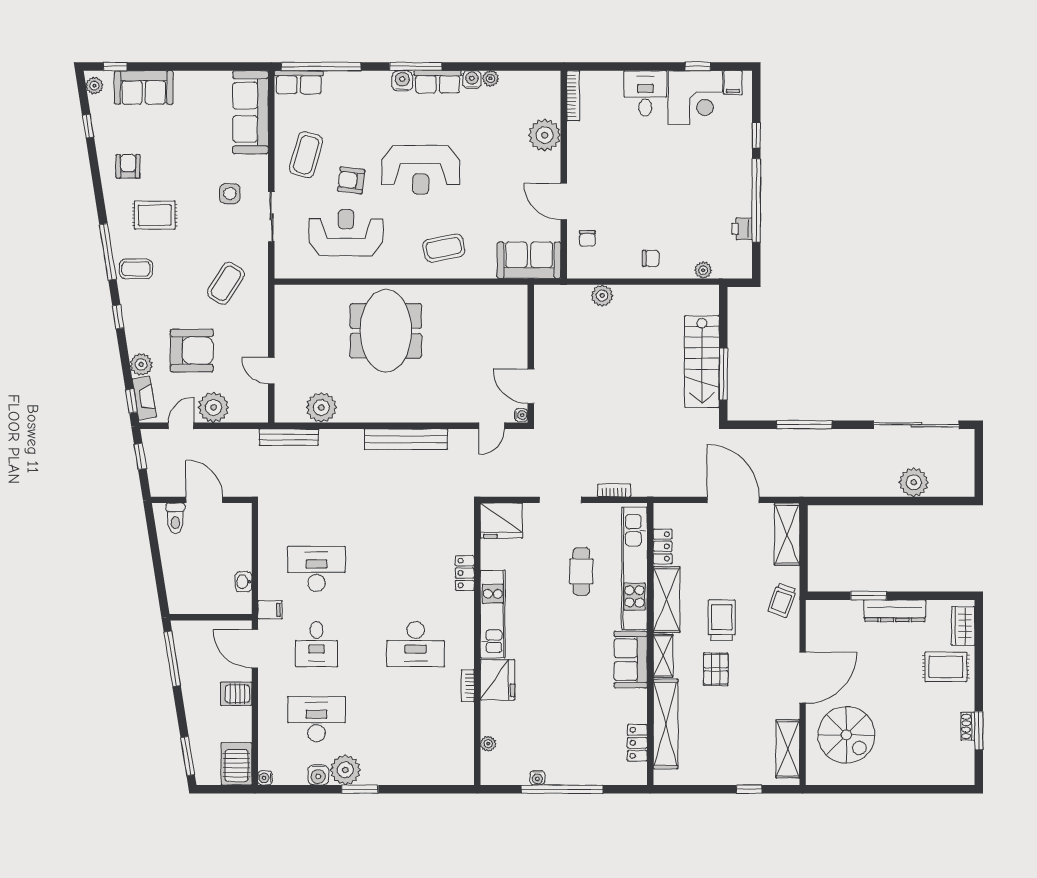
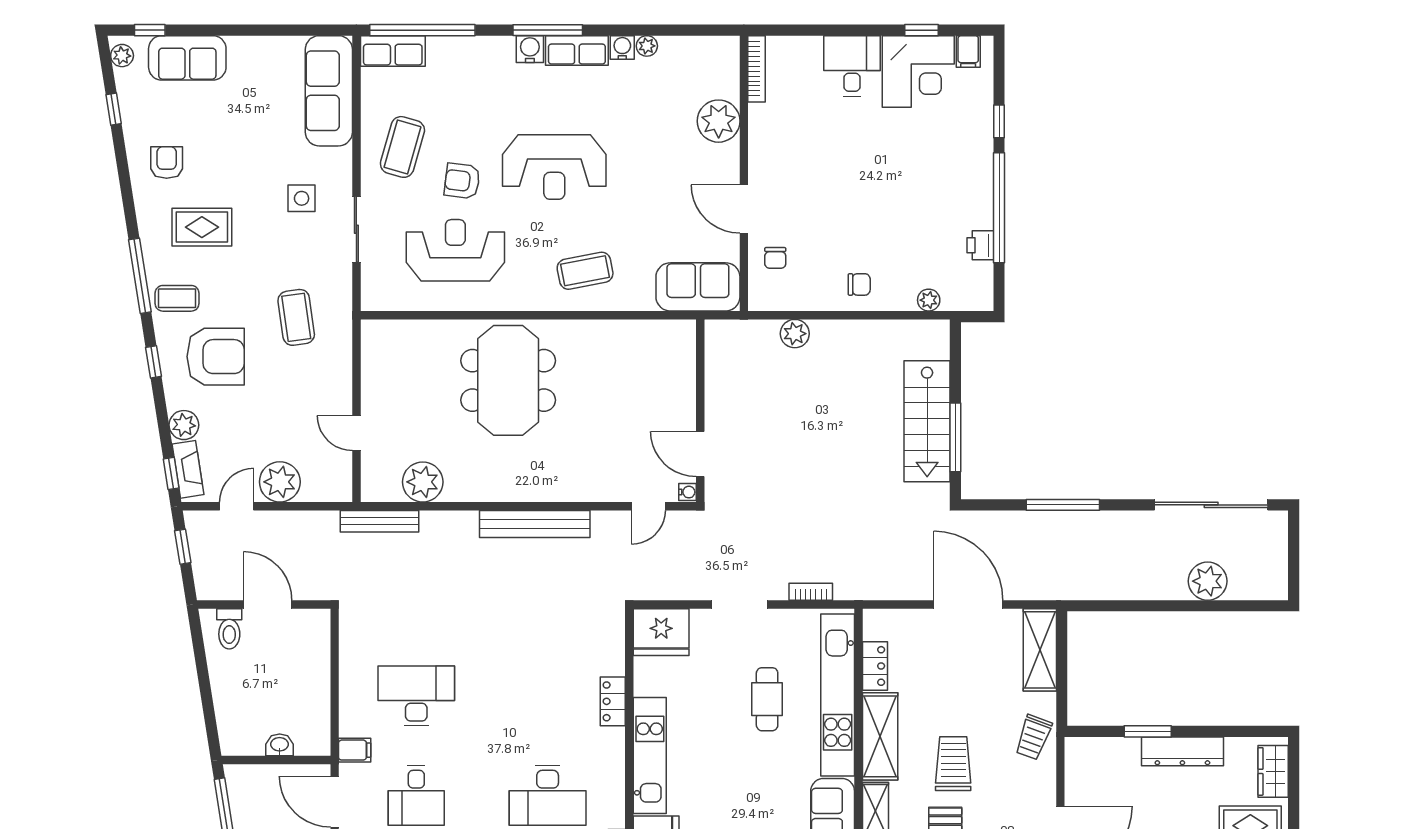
coffee table: (226, 283) -> (296, 317), turned -40
armchair: (192, 351) -> (216, 357), moved
washbasin: (243, 582) -> (280, 745), moved, turned 90

